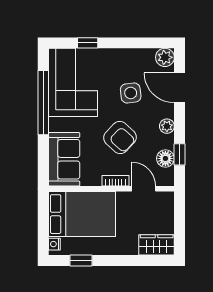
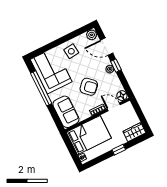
window: (88, 43) -> (49, 47), removed
side table: (131, 93) -> (71, 51), moved
window: (180, 154) -> (116, 66), moved
floor lamp: (165, 158) -> (122, 96), moved
window: (81, 260) -> (119, 150), moved

